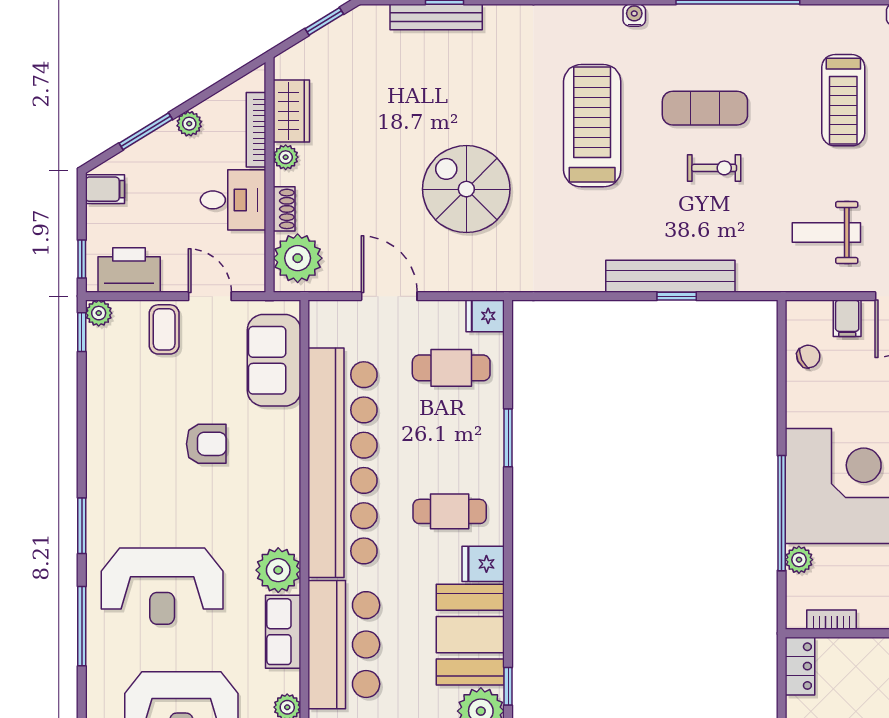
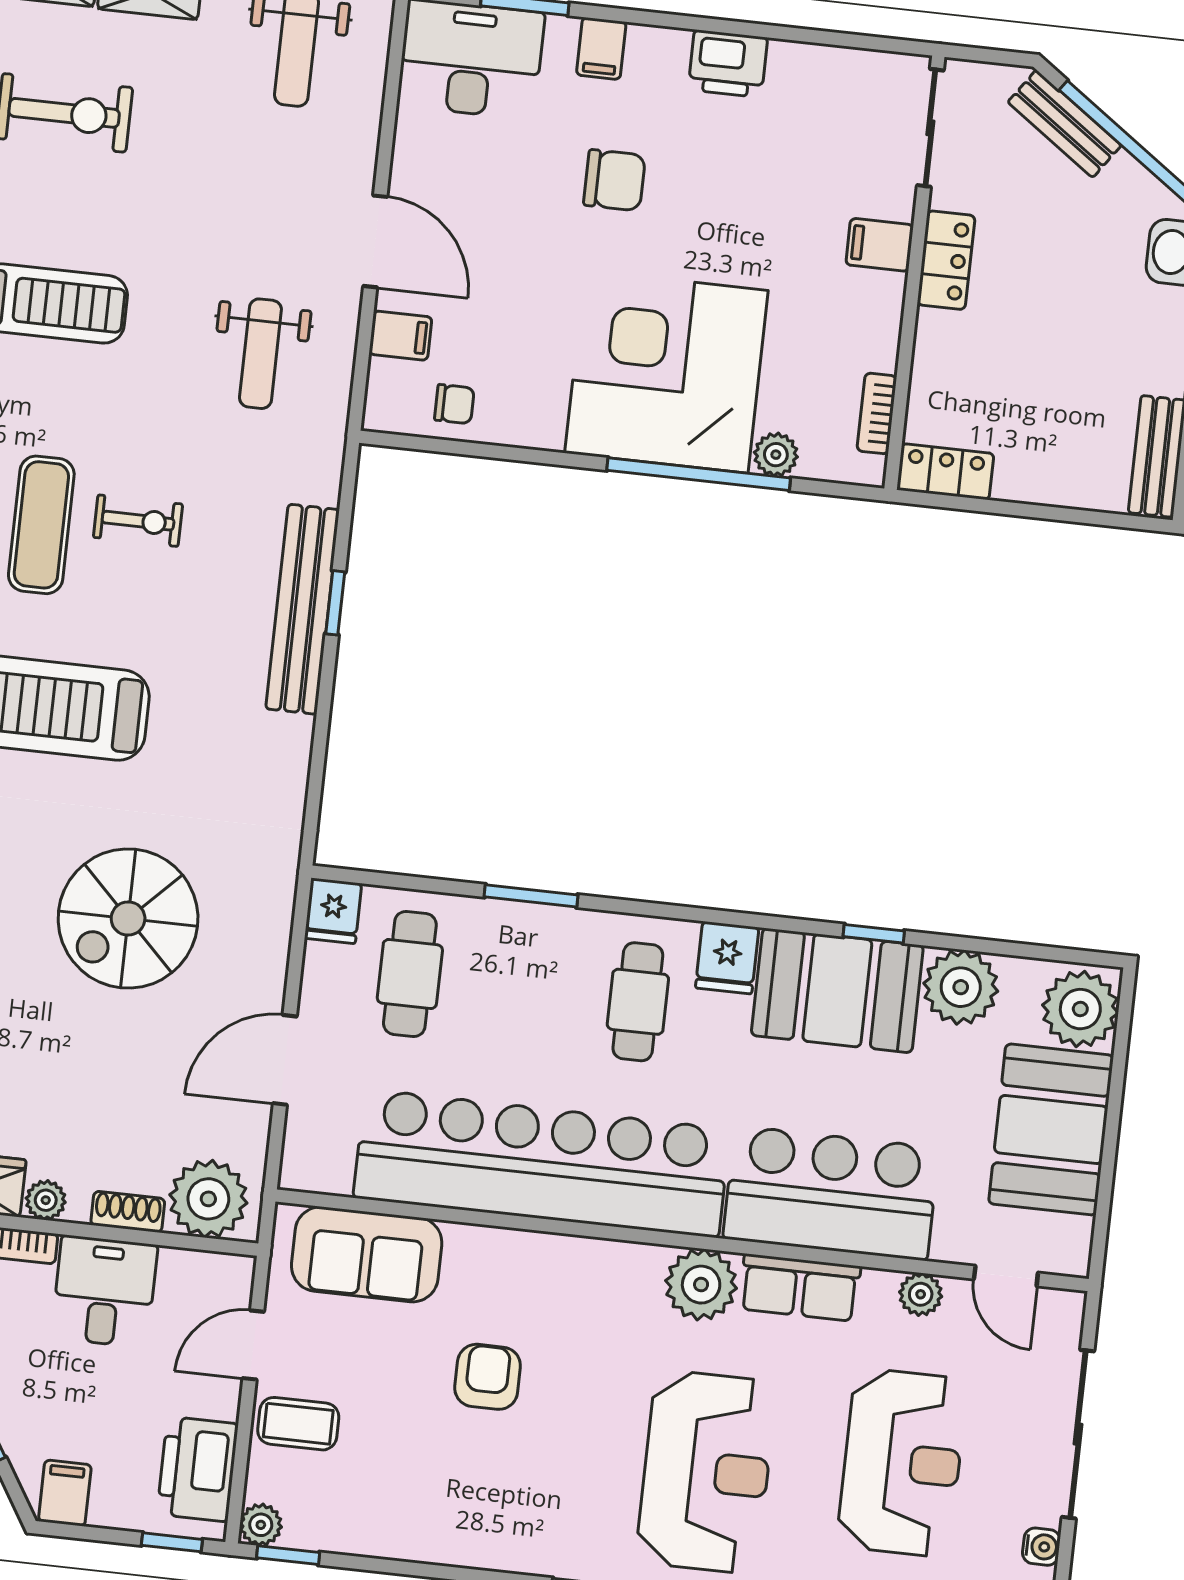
exercise bike: (714, 168) -> (138, 521), turned 90
chair: (808, 356) -> (454, 404), turned 115
window: (508, 686) -> (874, 934), moved

